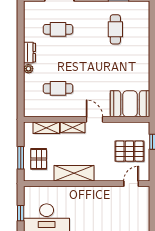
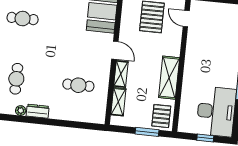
plant: (28, 69) -> (21, 111), moved
cafe table: (58, 88) -> (78, 85), turned 90
door: (94, 119) -> (115, 50), swing flipped
pallet: (39, 159) -> (161, 116), moved, turned 90

